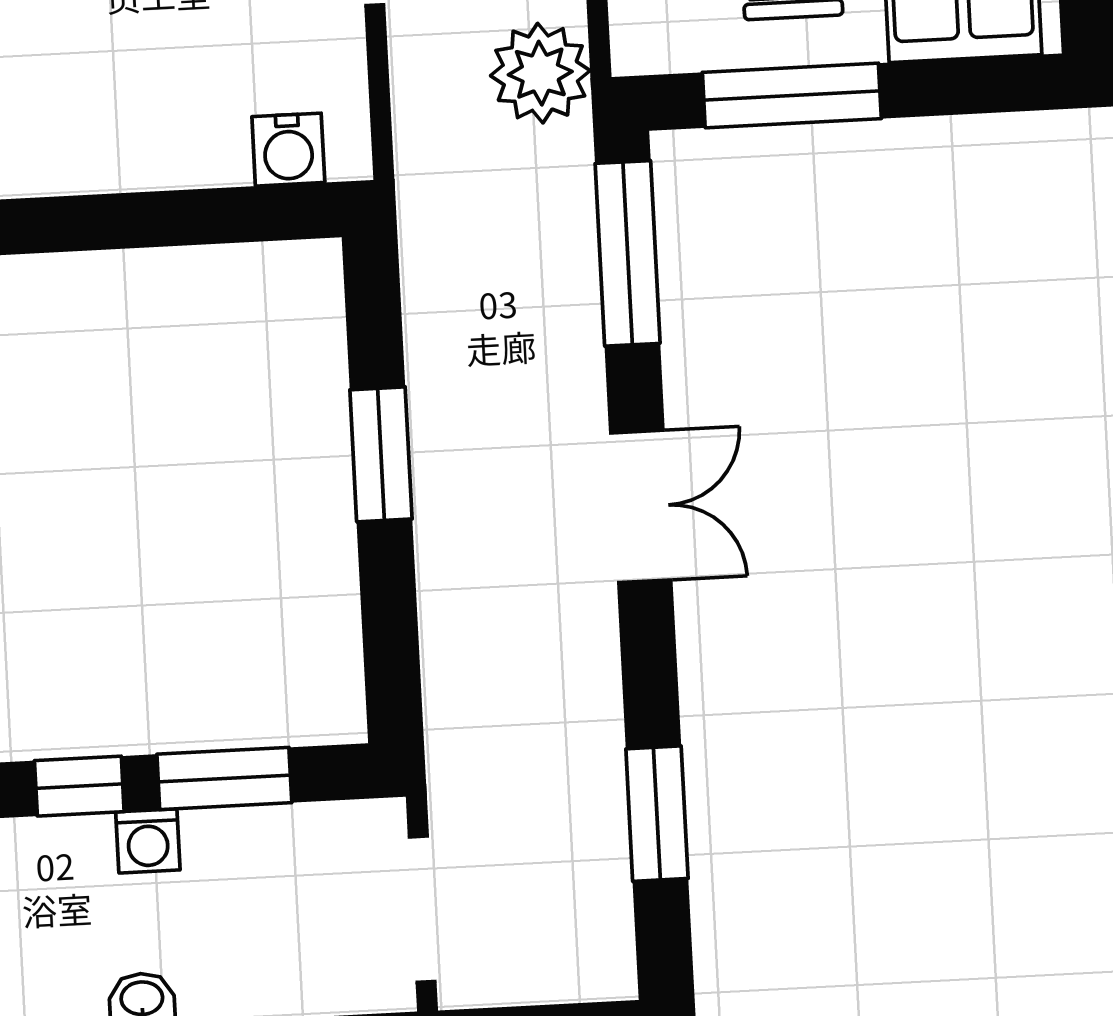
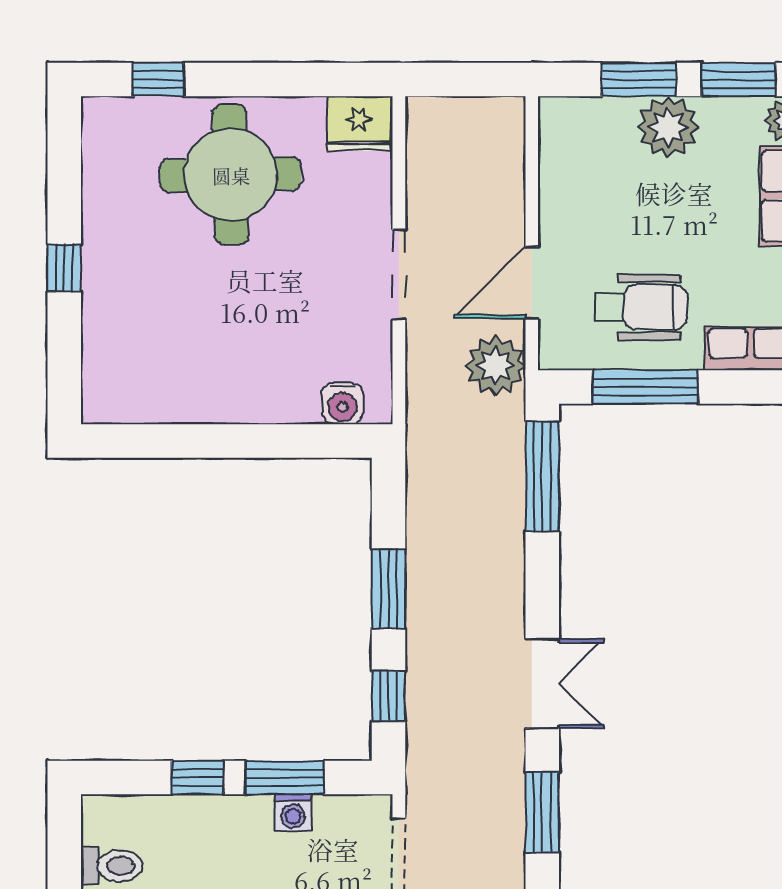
double door: (641, 506) -> (542, 683), moved
window: (390, 634) -> (388, 696), added
washing machine: (148, 841) -> (293, 812), moved

